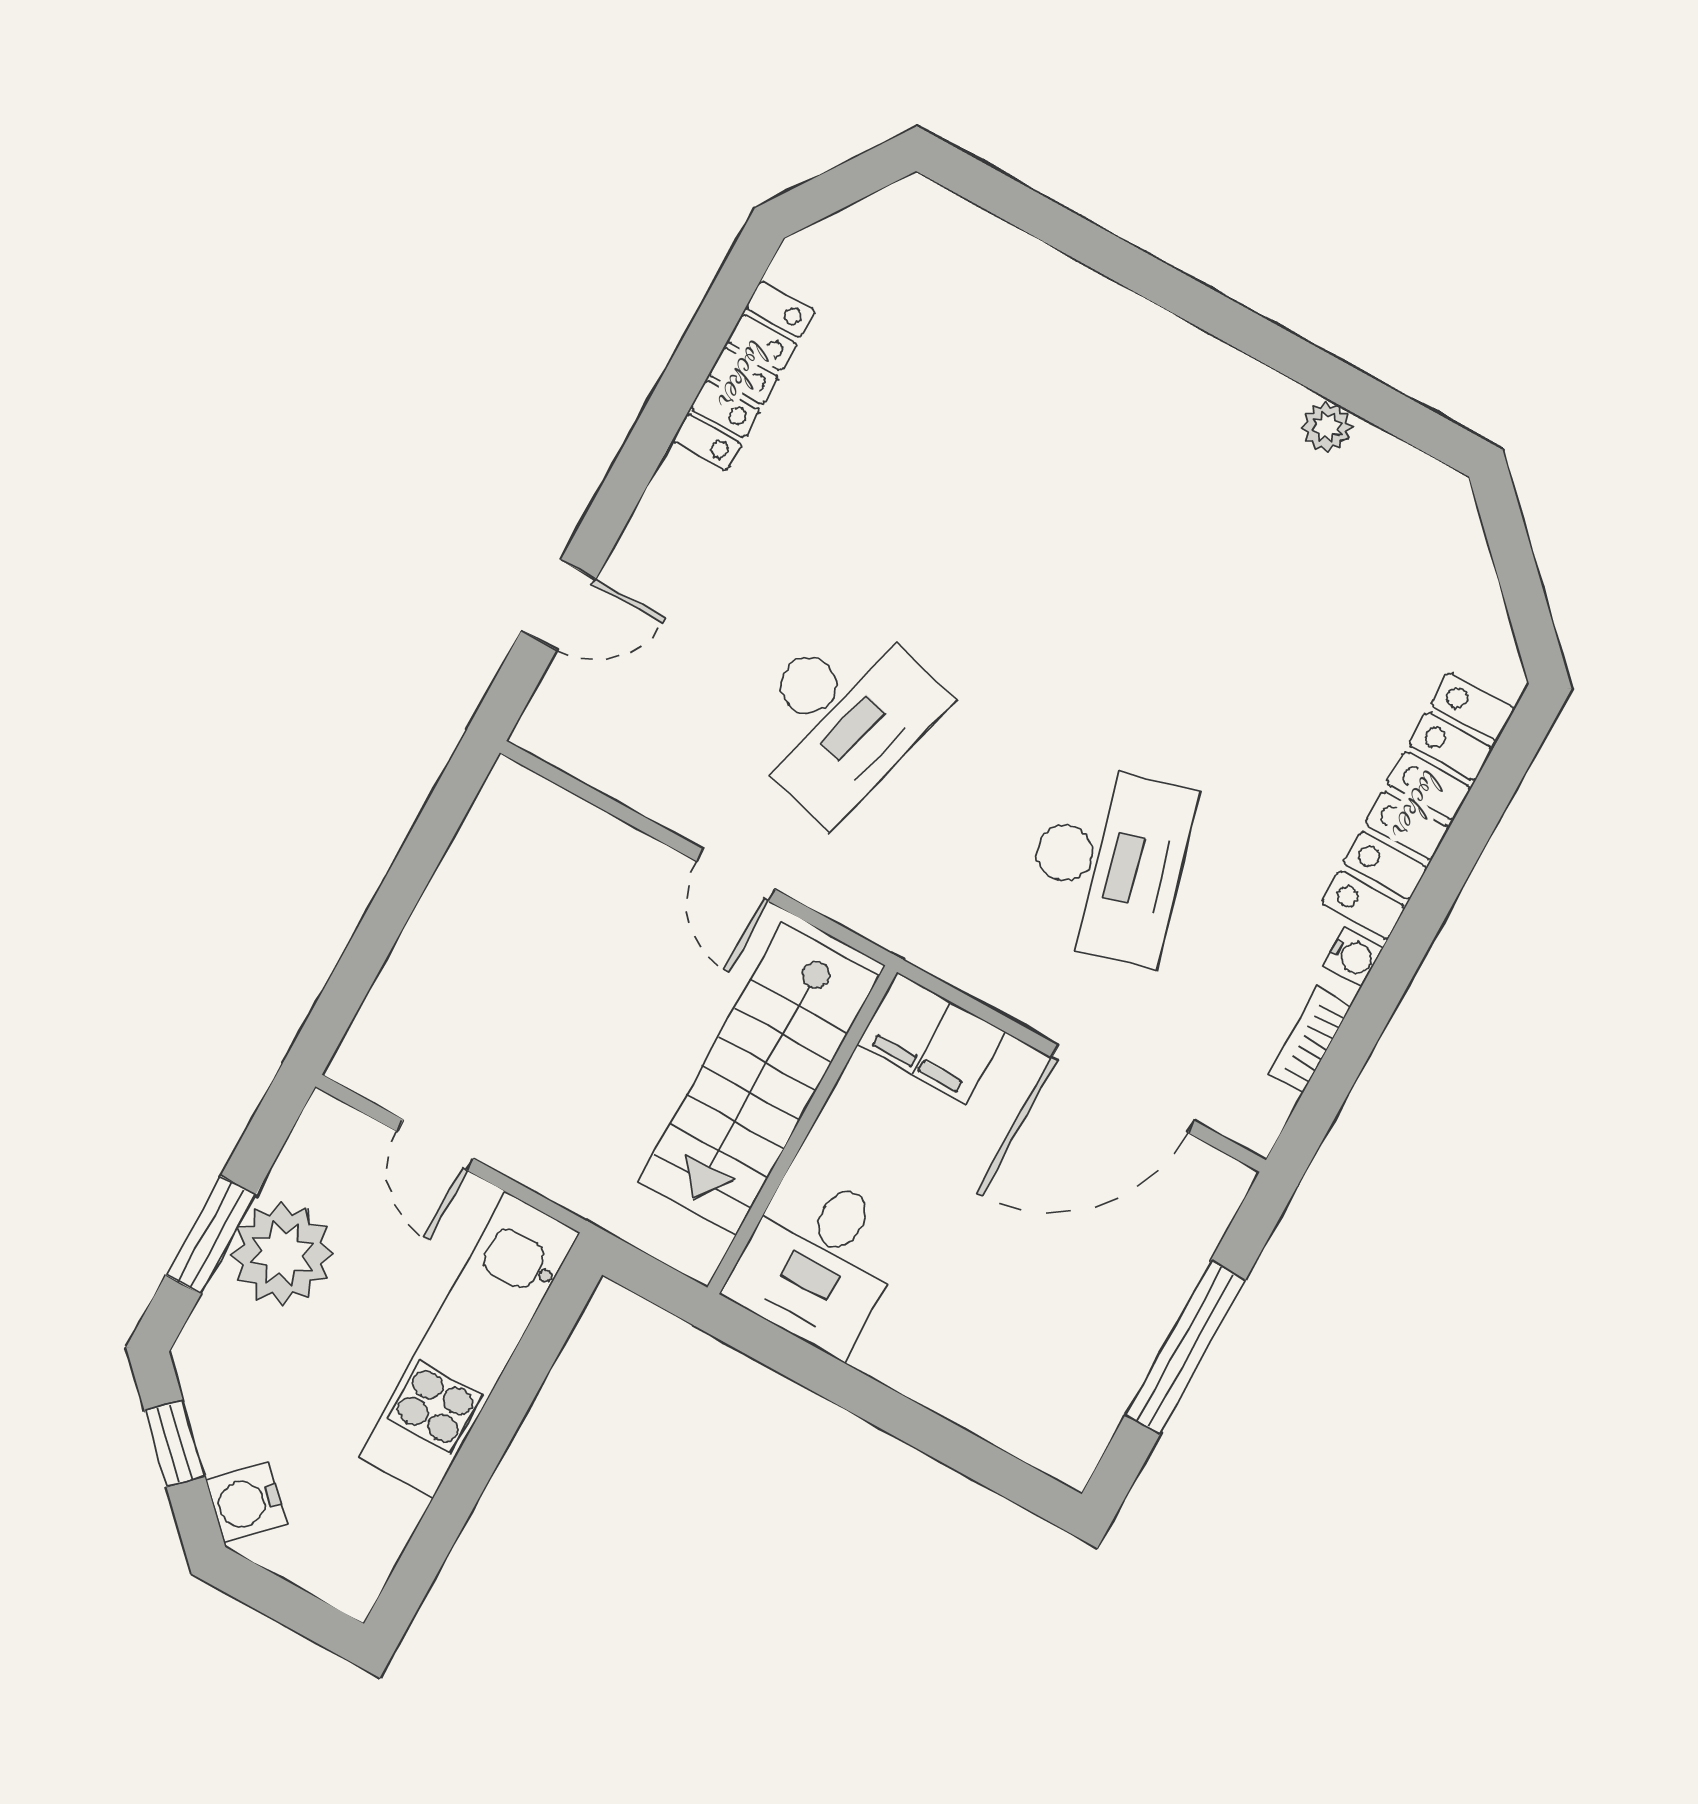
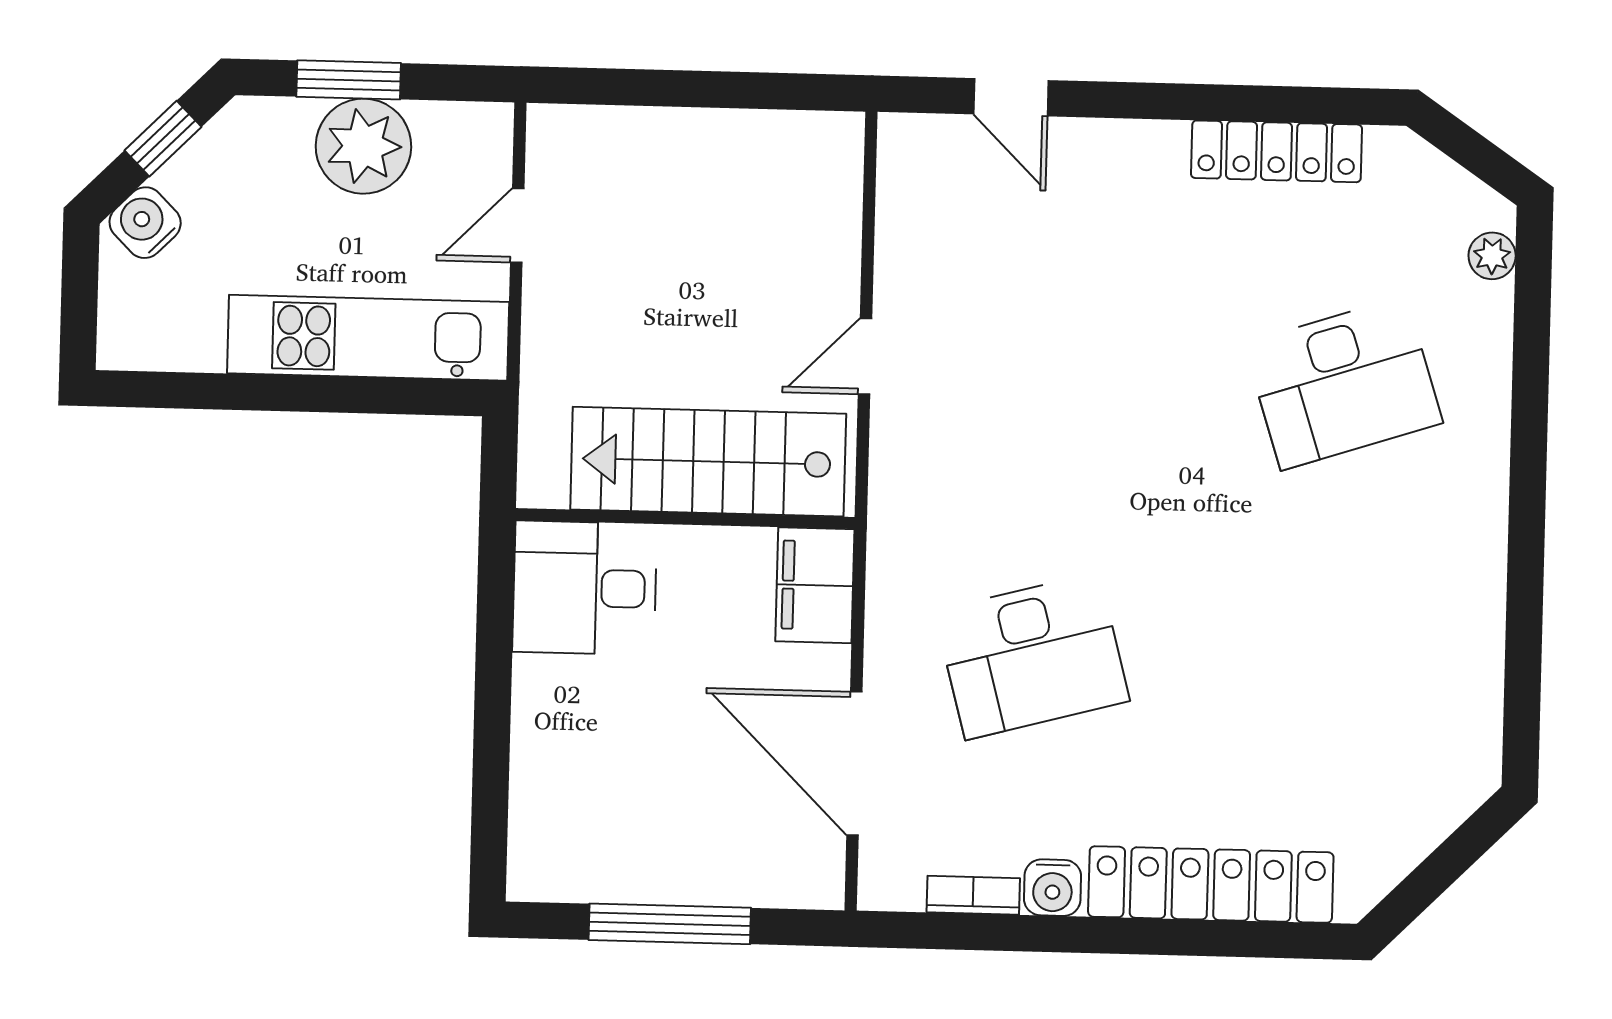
plant: (1327, 427) -> (1492, 256), moved
desk: (841, 716) -> (1343, 383), moved, turned -33
water cooler: (1353, 957) -> (1053, 888), width x1.38, depth x1.38

